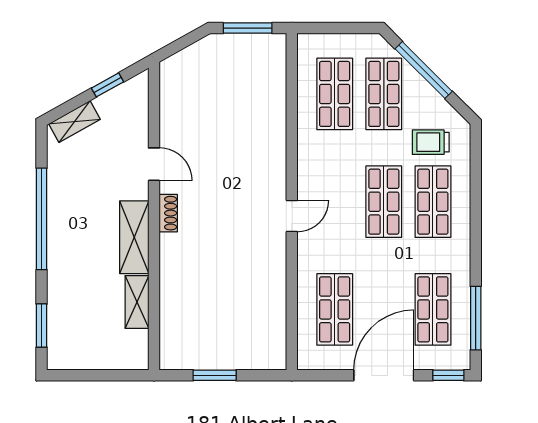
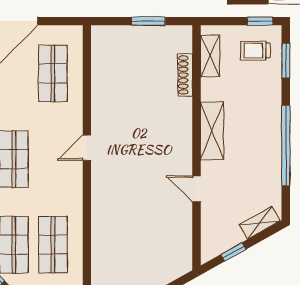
shoe rack: (168, 213) -> (185, 75), moved, width x1.43
shelving: (137, 302) -> (210, 56), moved
trolley: (80, 338) -> (255, 51), added
window: (74, 375) -> (260, 21), added

